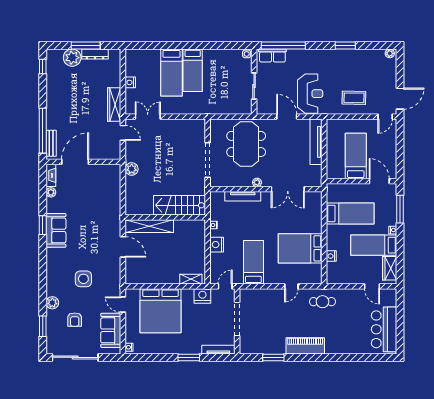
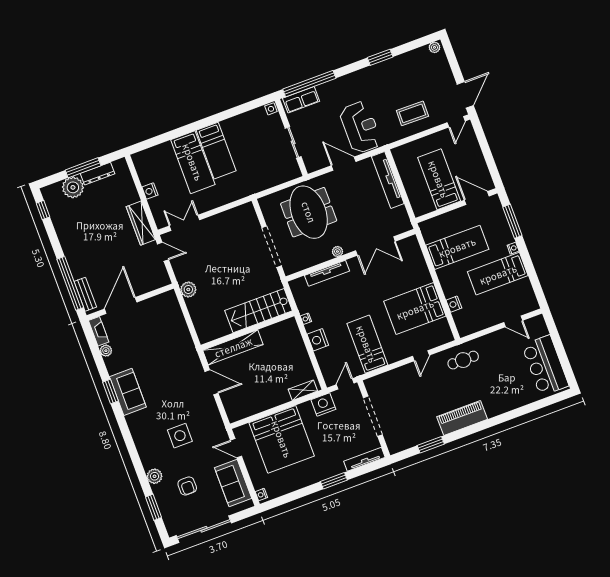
wardrobe: (390, 268) -> (526, 293), removed

